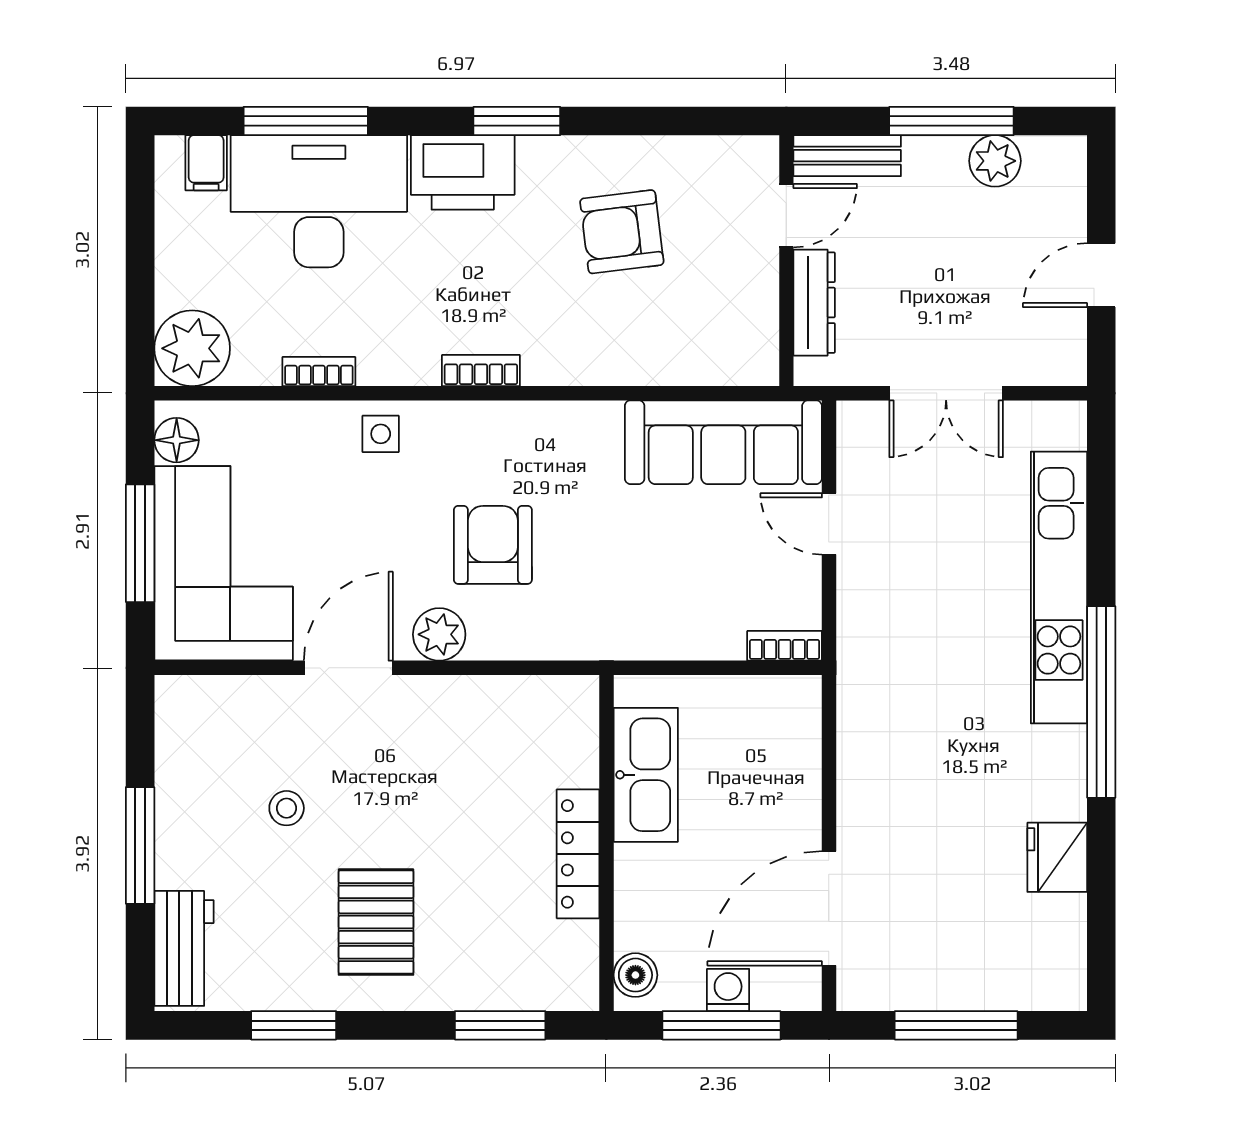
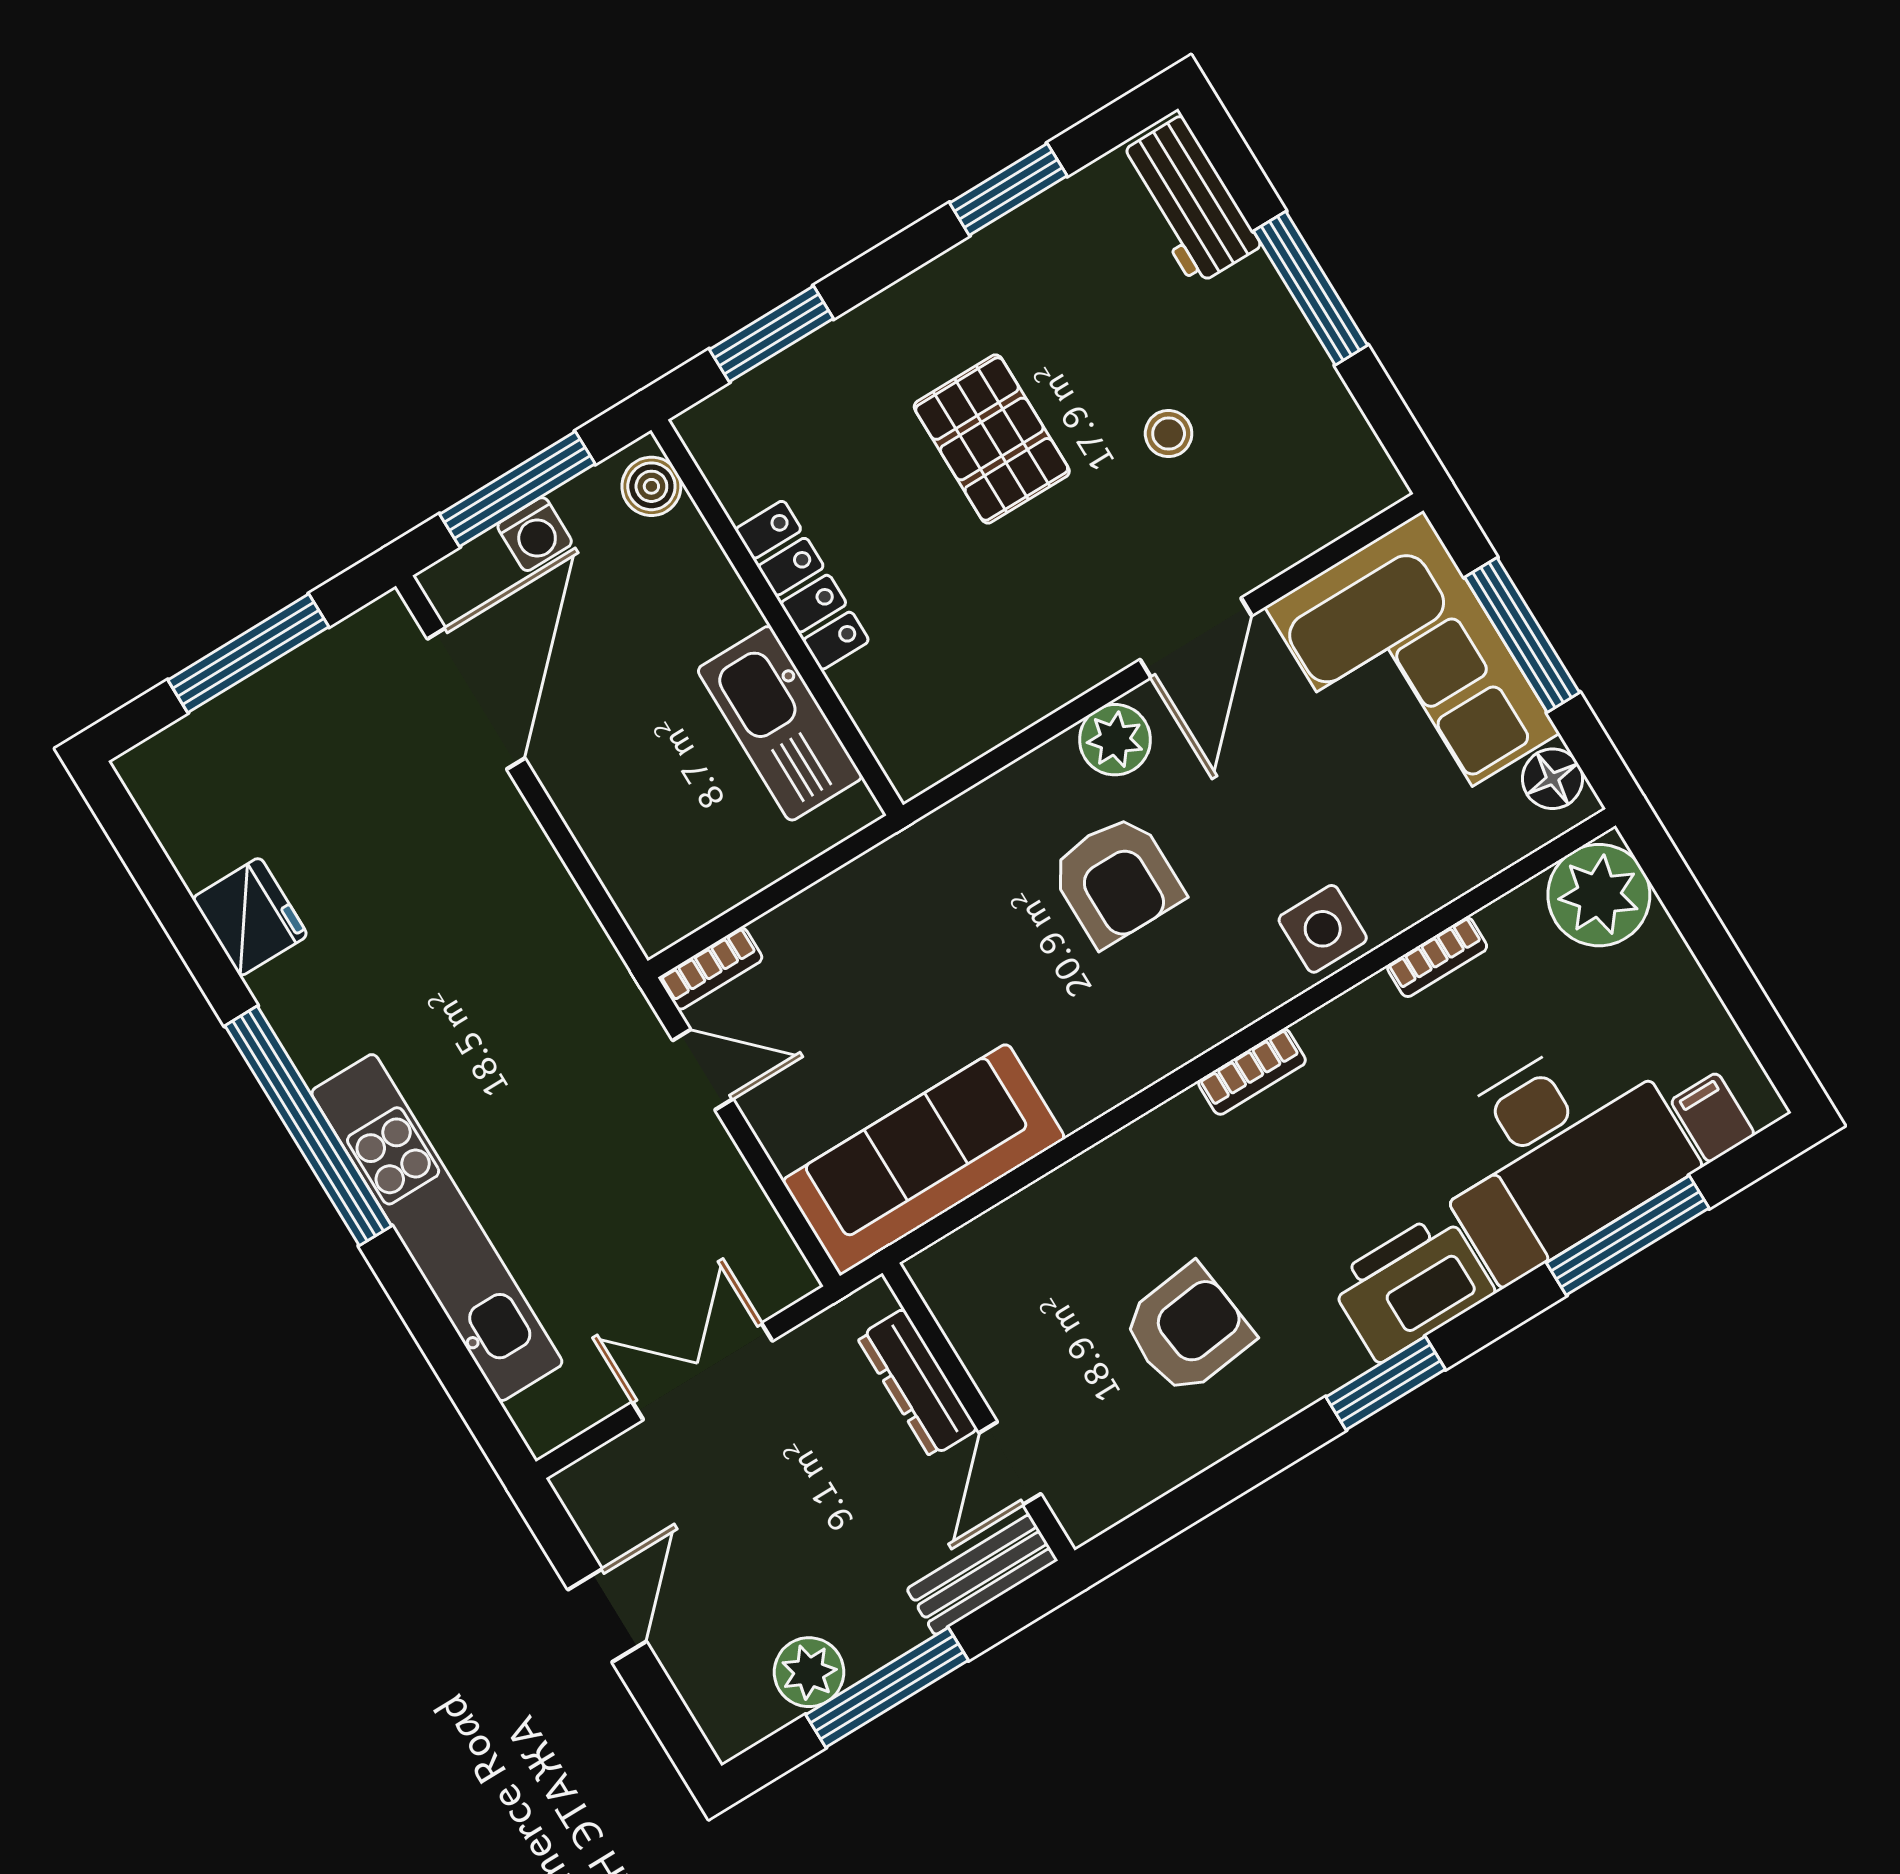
side table: (381, 434) -> (1323, 929), width x1.37, depth x1.37
door: (829, 524) -> (703, 1070), moved
pallet: (376, 922) -> (992, 439), moved

